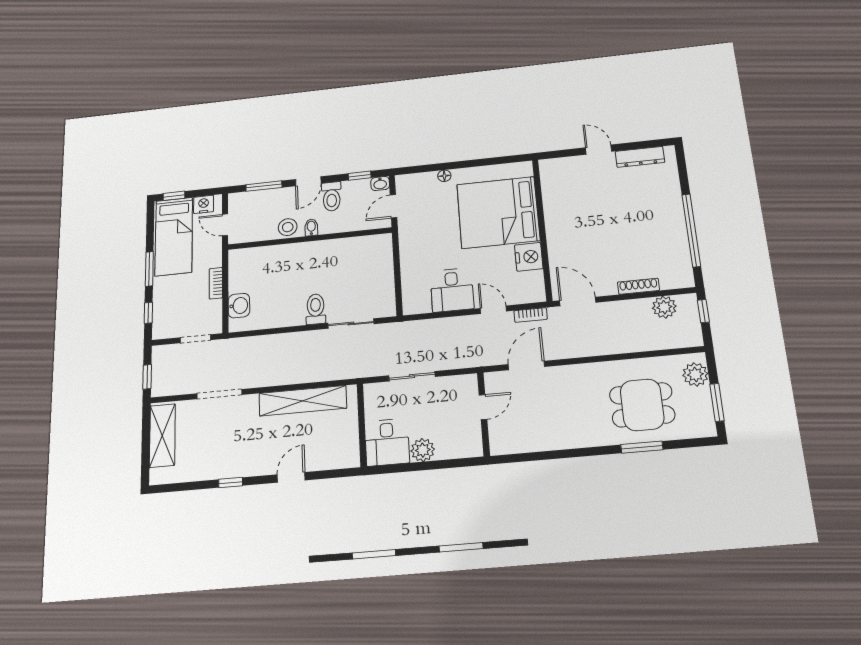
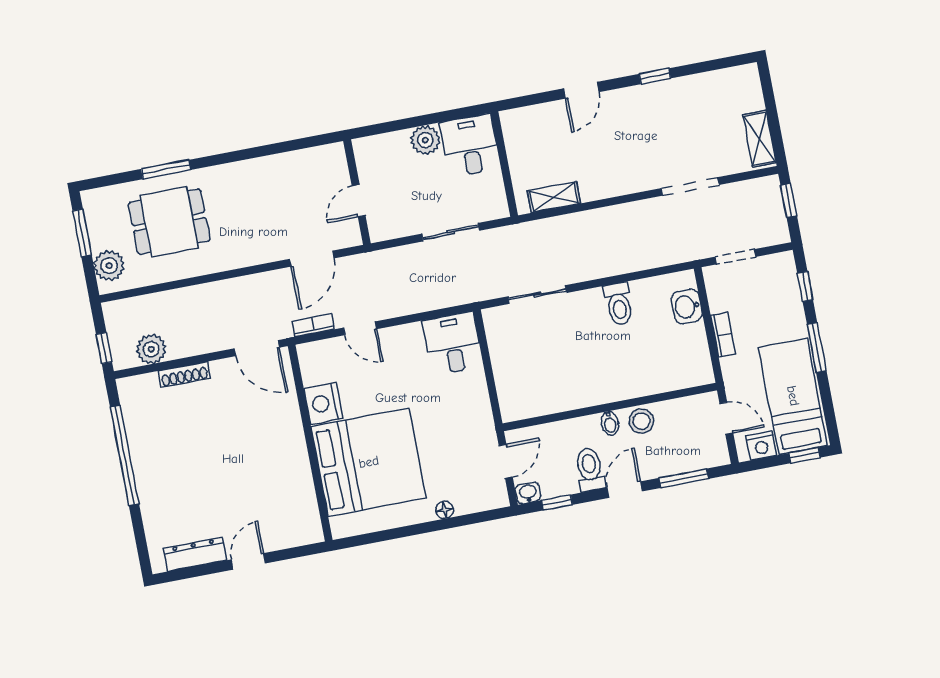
door: (599, 150) -> (248, 561), swing flipped
desk: (452, 290) -> (453, 343), moved
toilet: (316, 309) -> (619, 304), moved
shelving: (303, 401) -> (554, 197), width x0.45, depth x0.75
shelving: (162, 435) -> (759, 139), width x0.67, depth x0.75

